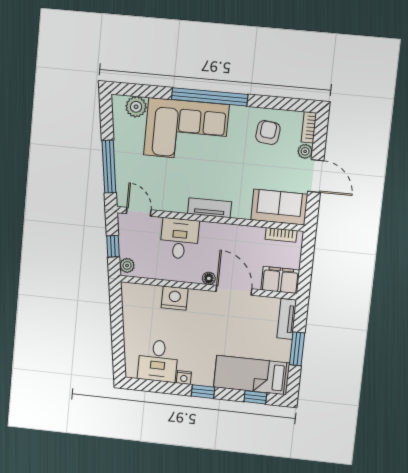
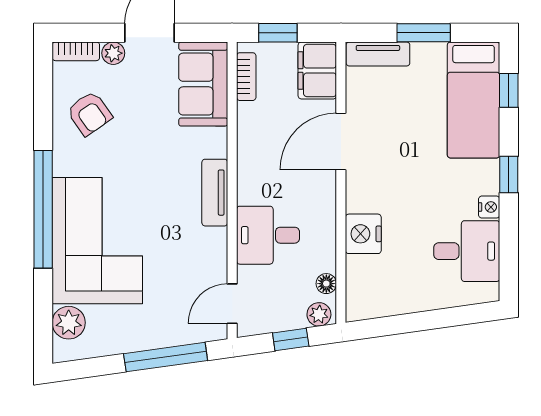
armchair: (268, 132) -> (89, 113), turned -131
window: (307, 258) -> (278, 33), added
floor lamp: (209, 278) -> (326, 284), moved

